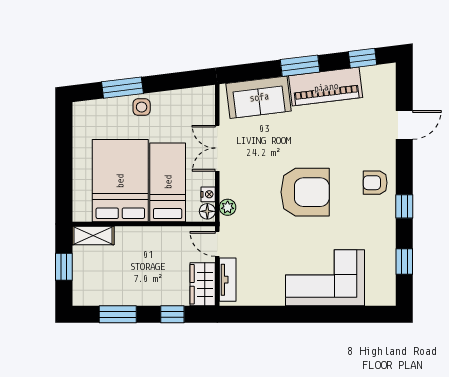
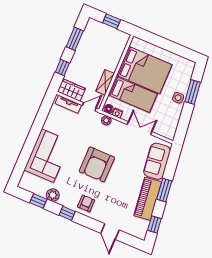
shelving: (93, 235) -> (105, 82), moved
plant: (385, 242) -> (53, 195), added

